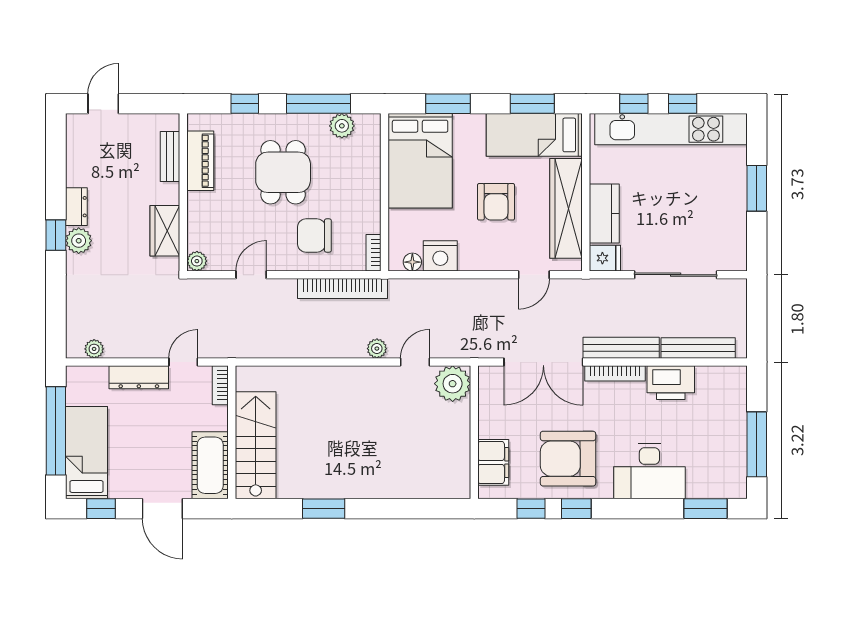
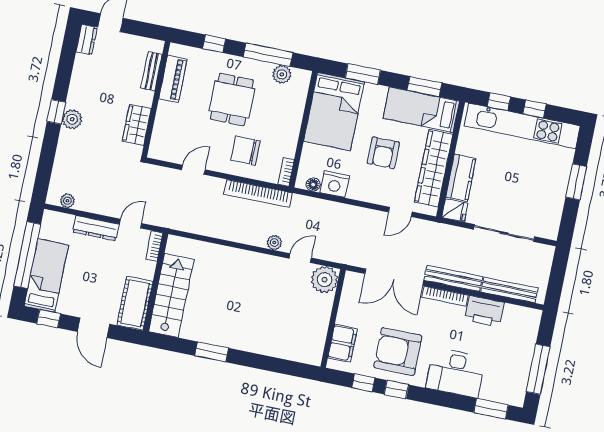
dresser: (76, 207) -> (87, 40), moved
plant: (197, 261) -> (156, 152), removed

